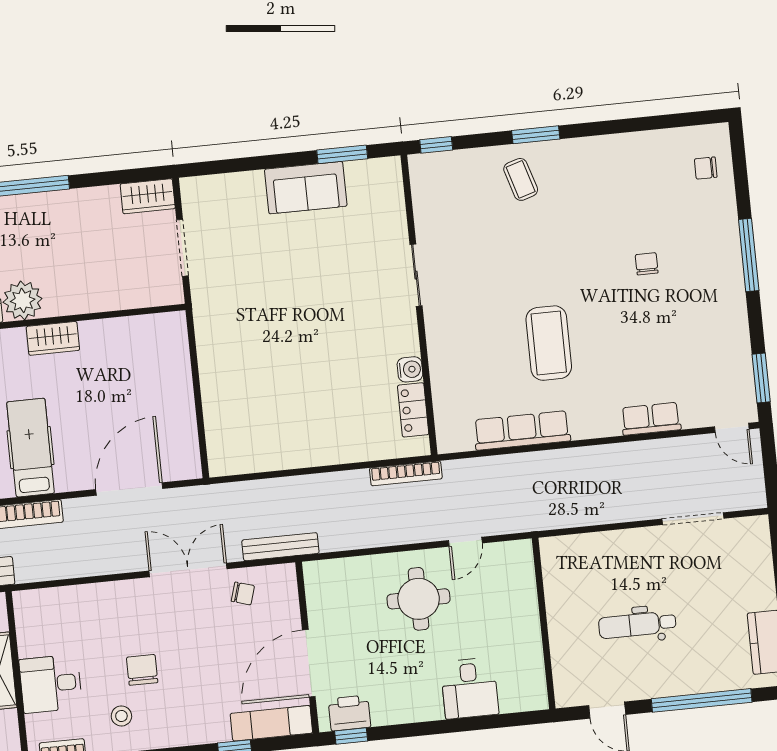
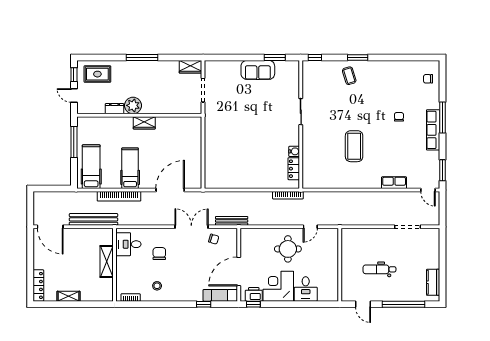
row of seats: (522, 430) -> (433, 130), moved, turned -90
chair: (142, 670) -> (159, 254), moved
desk: (51, 684) -> (128, 244), moved
corner desk: (405, 688) -> (278, 286), added

